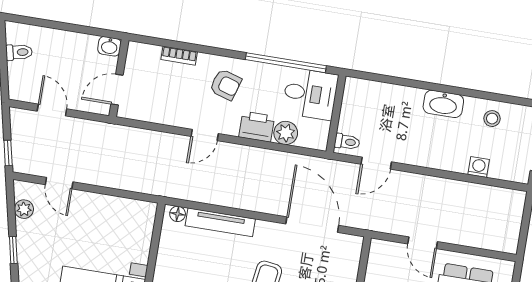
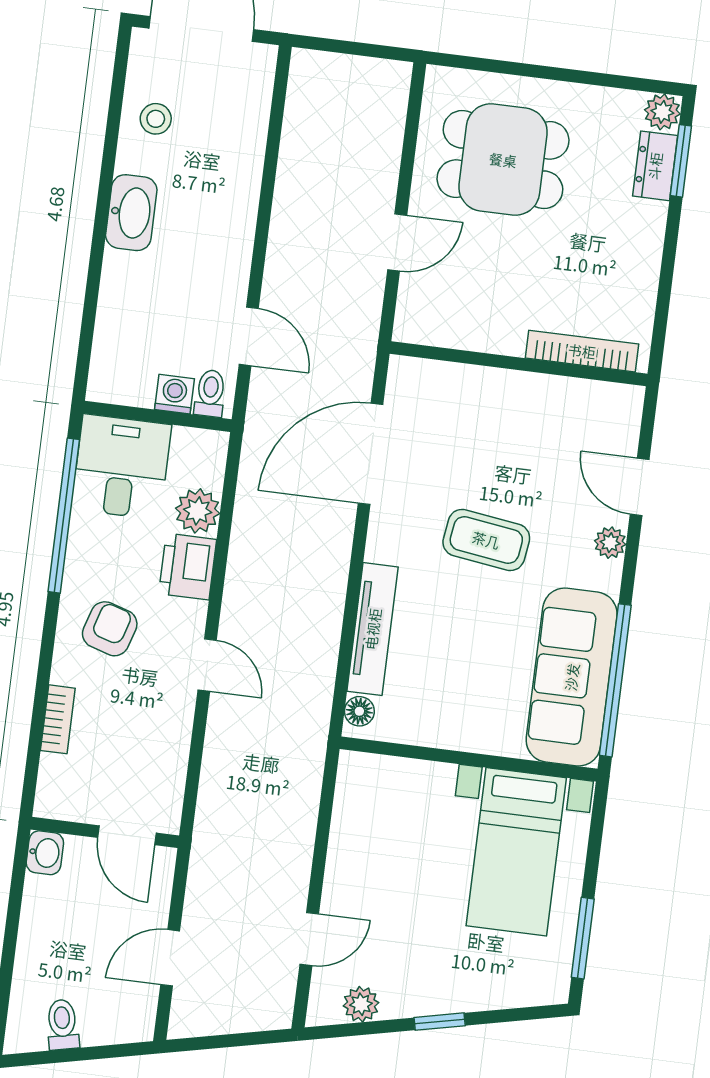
window: (8, 153) -> (255, 1038), removed
washing machine: (479, 167) -> (174, 394), moved, turned 90

